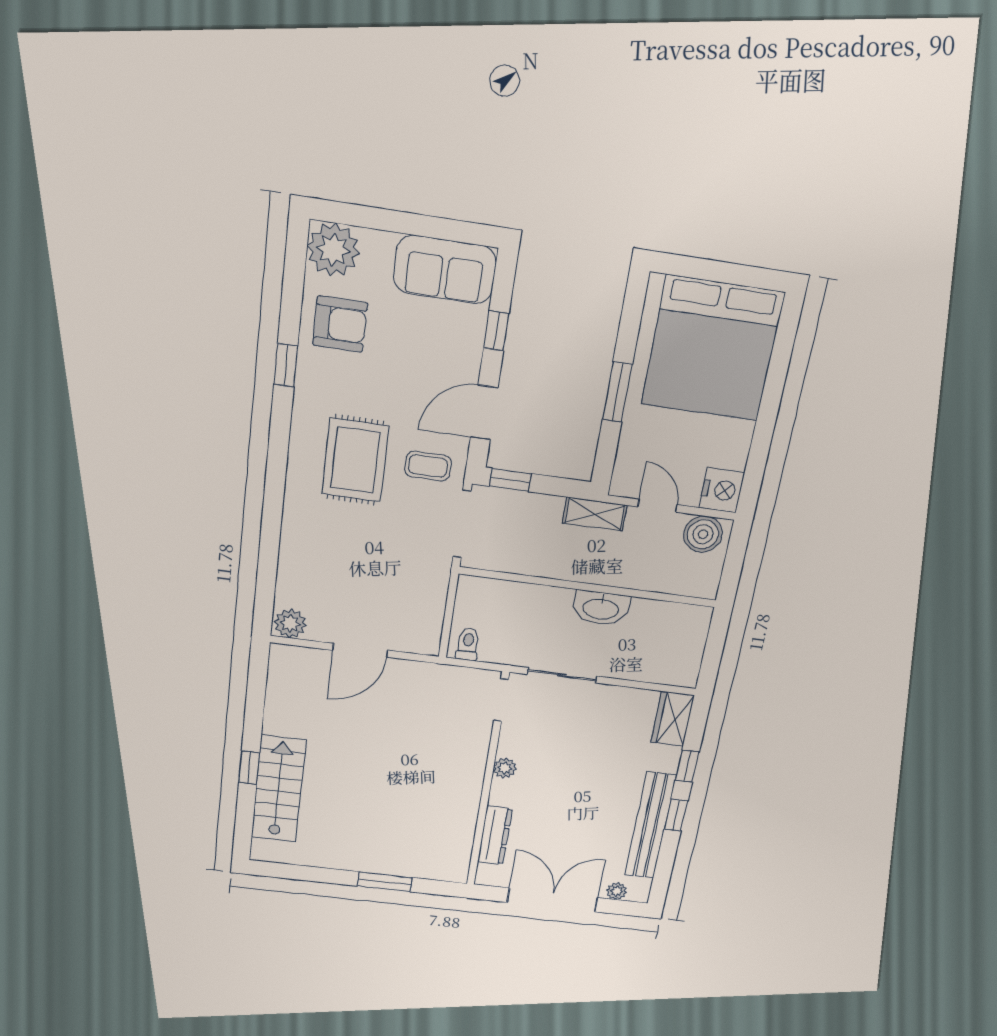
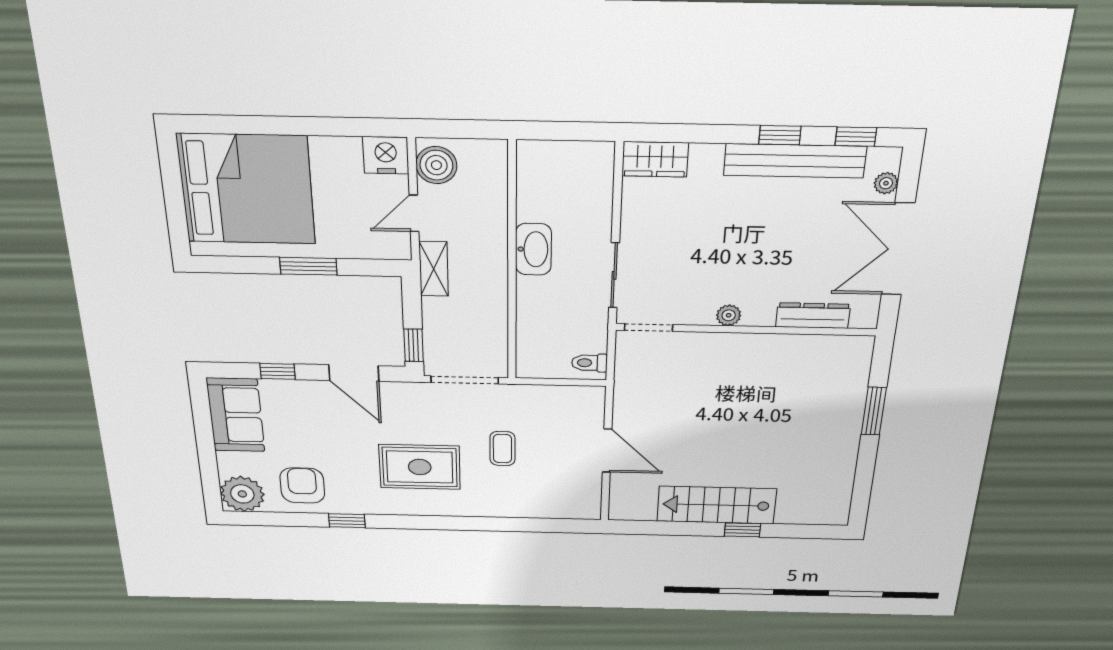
coffee table: (428, 466) -> (502, 449), moved
plant: (290, 624) -> (587, 506), removed
window: (687, 766) -> (856, 137), moved
stairs: (278, 789) -> (717, 505), moved

